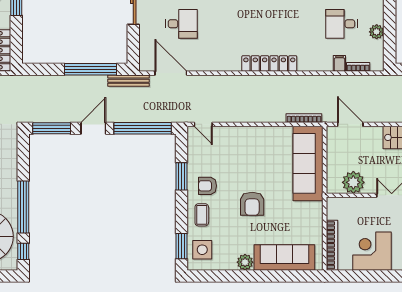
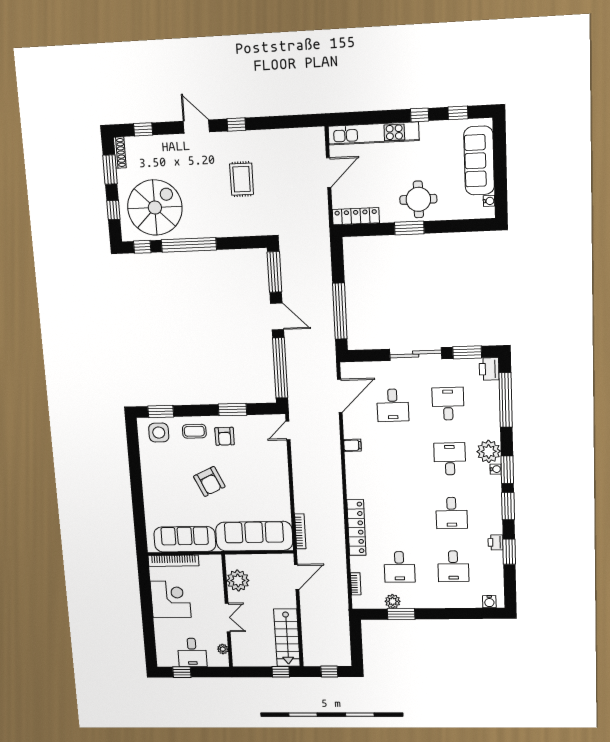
desk: (341, 24) -> (399, 567), turned 180
window: (390, 24) -> (401, 614), added
filing cabinet: (339, 63) -> (352, 445), moved
locker: (269, 64) -> (356, 528), moved
bench: (129, 81) -> (330, 352), removed
armchair: (207, 186) -> (225, 436), turned 180
armchair: (252, 204) -> (209, 482), turned -115
sofa: (284, 257) -> (185, 539), moved, turned -90
plant: (245, 262) -> (150, 476), removed

